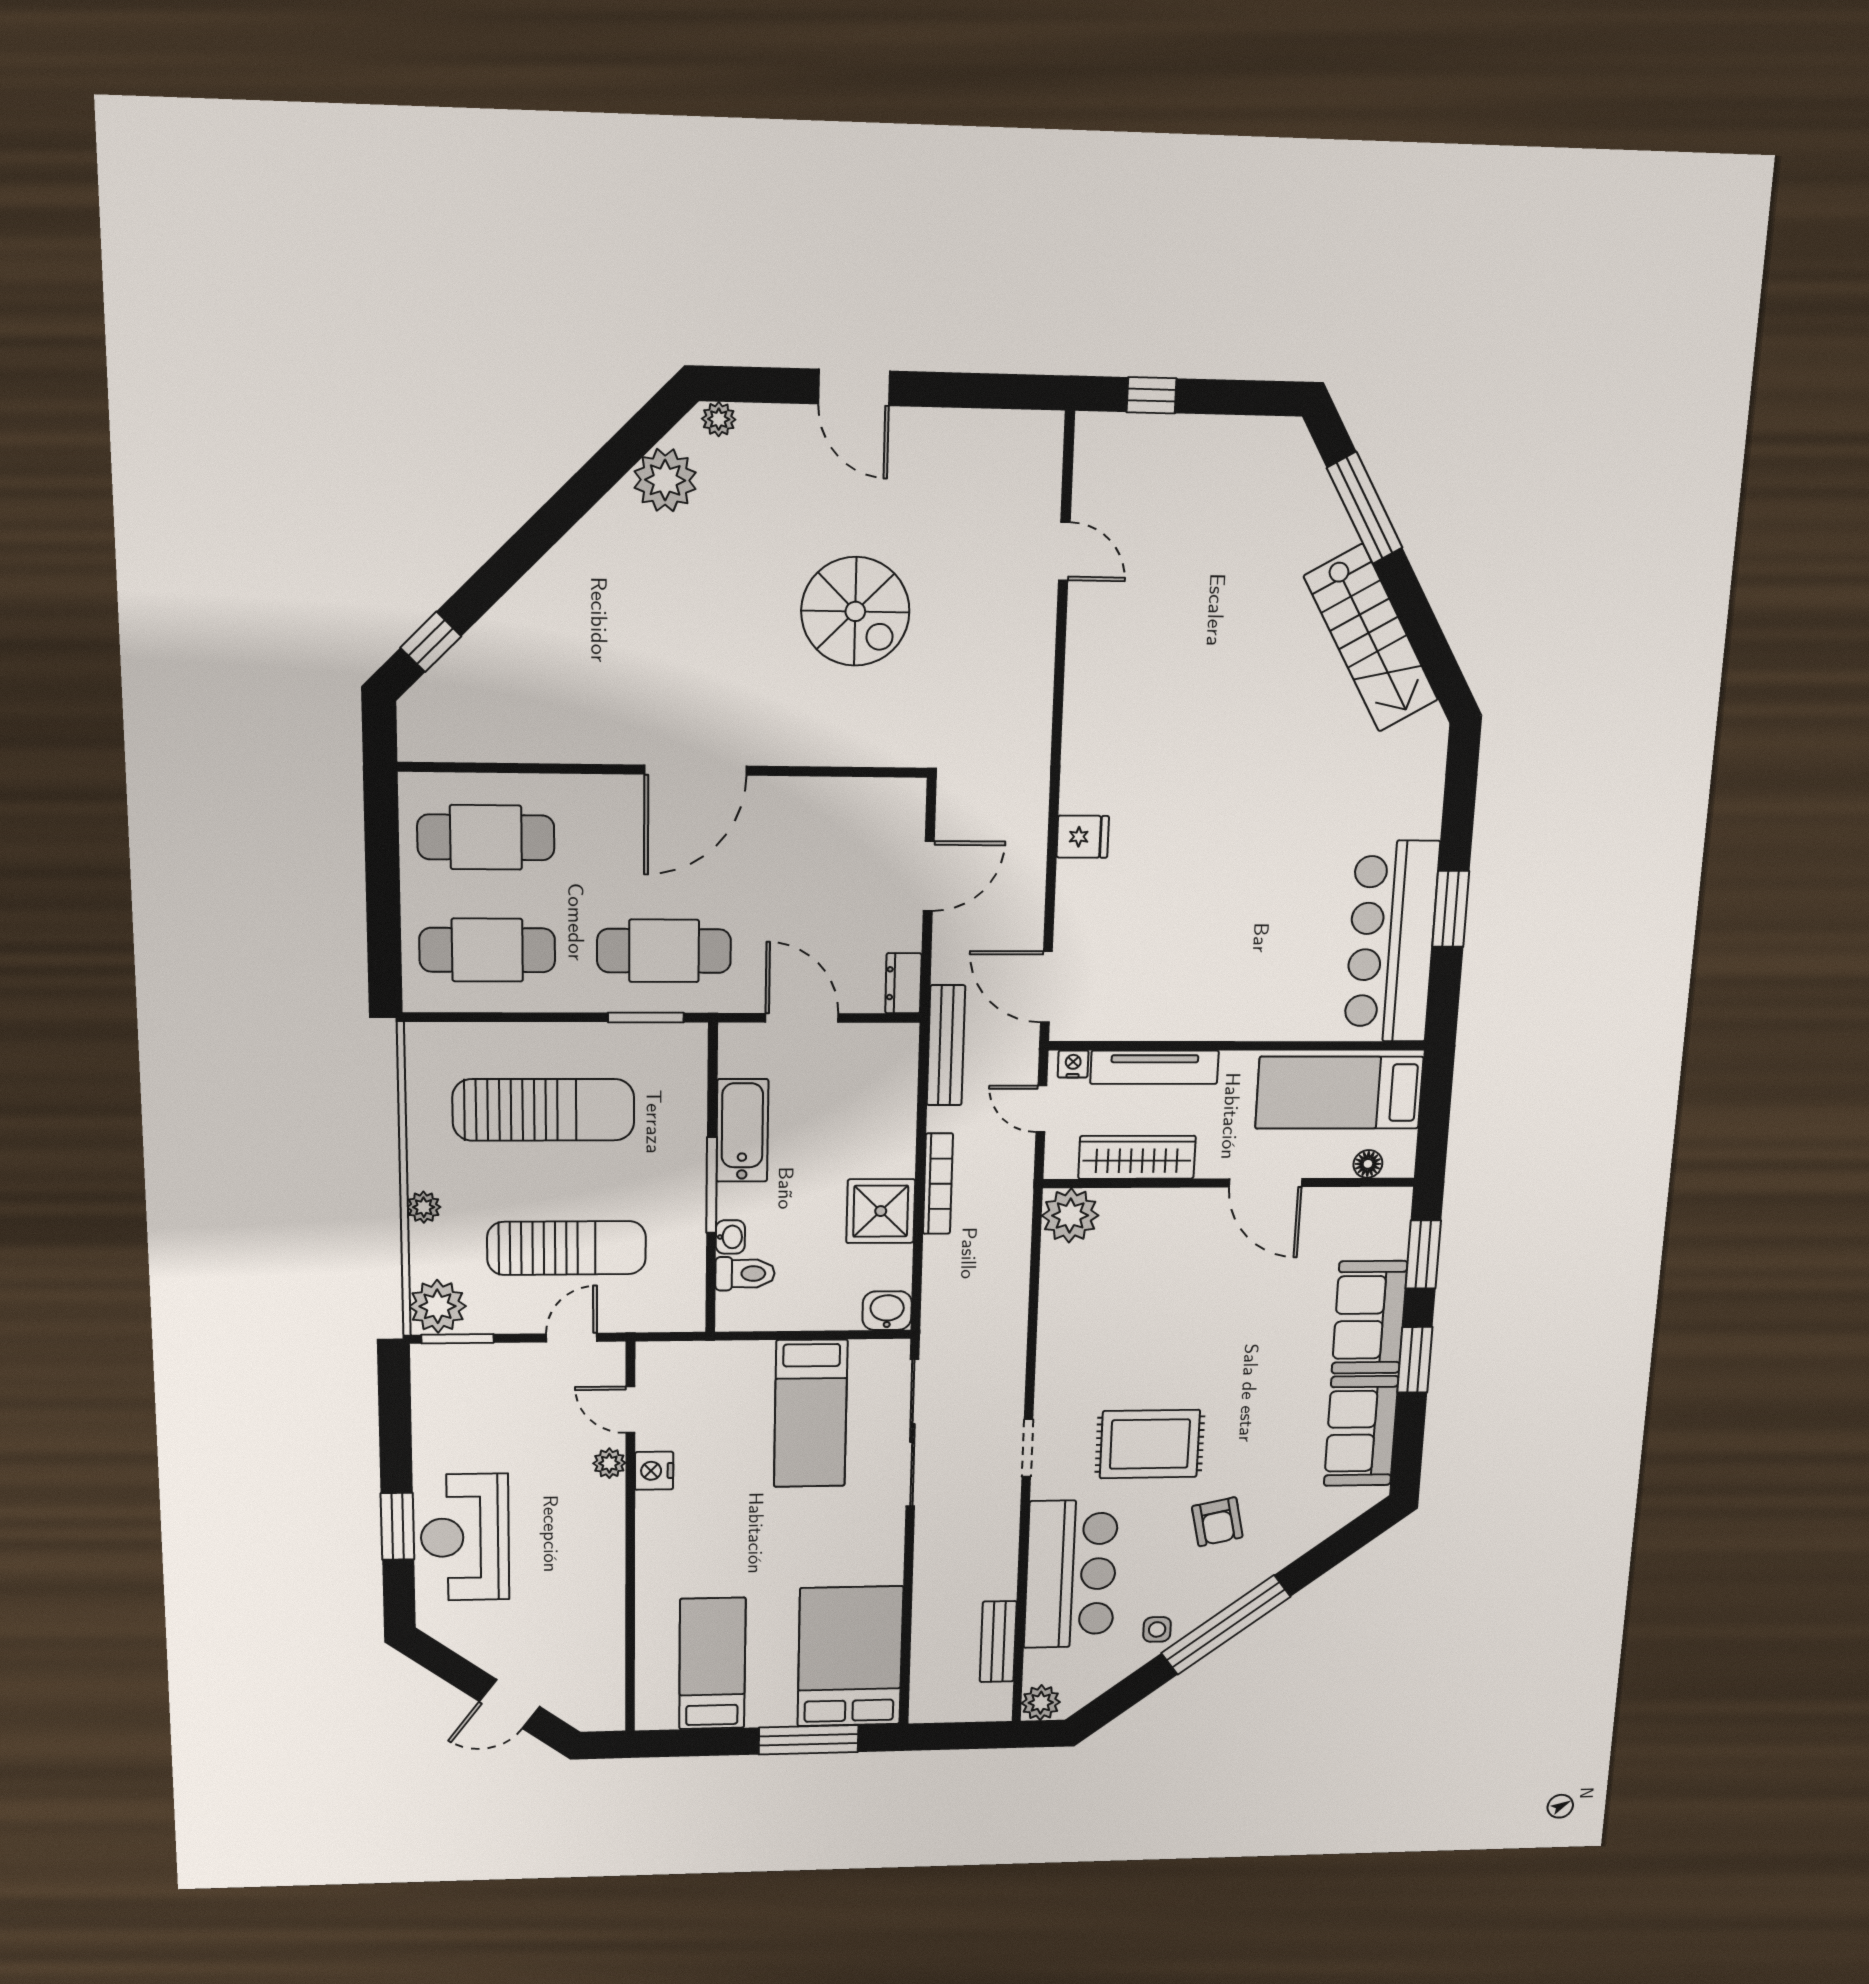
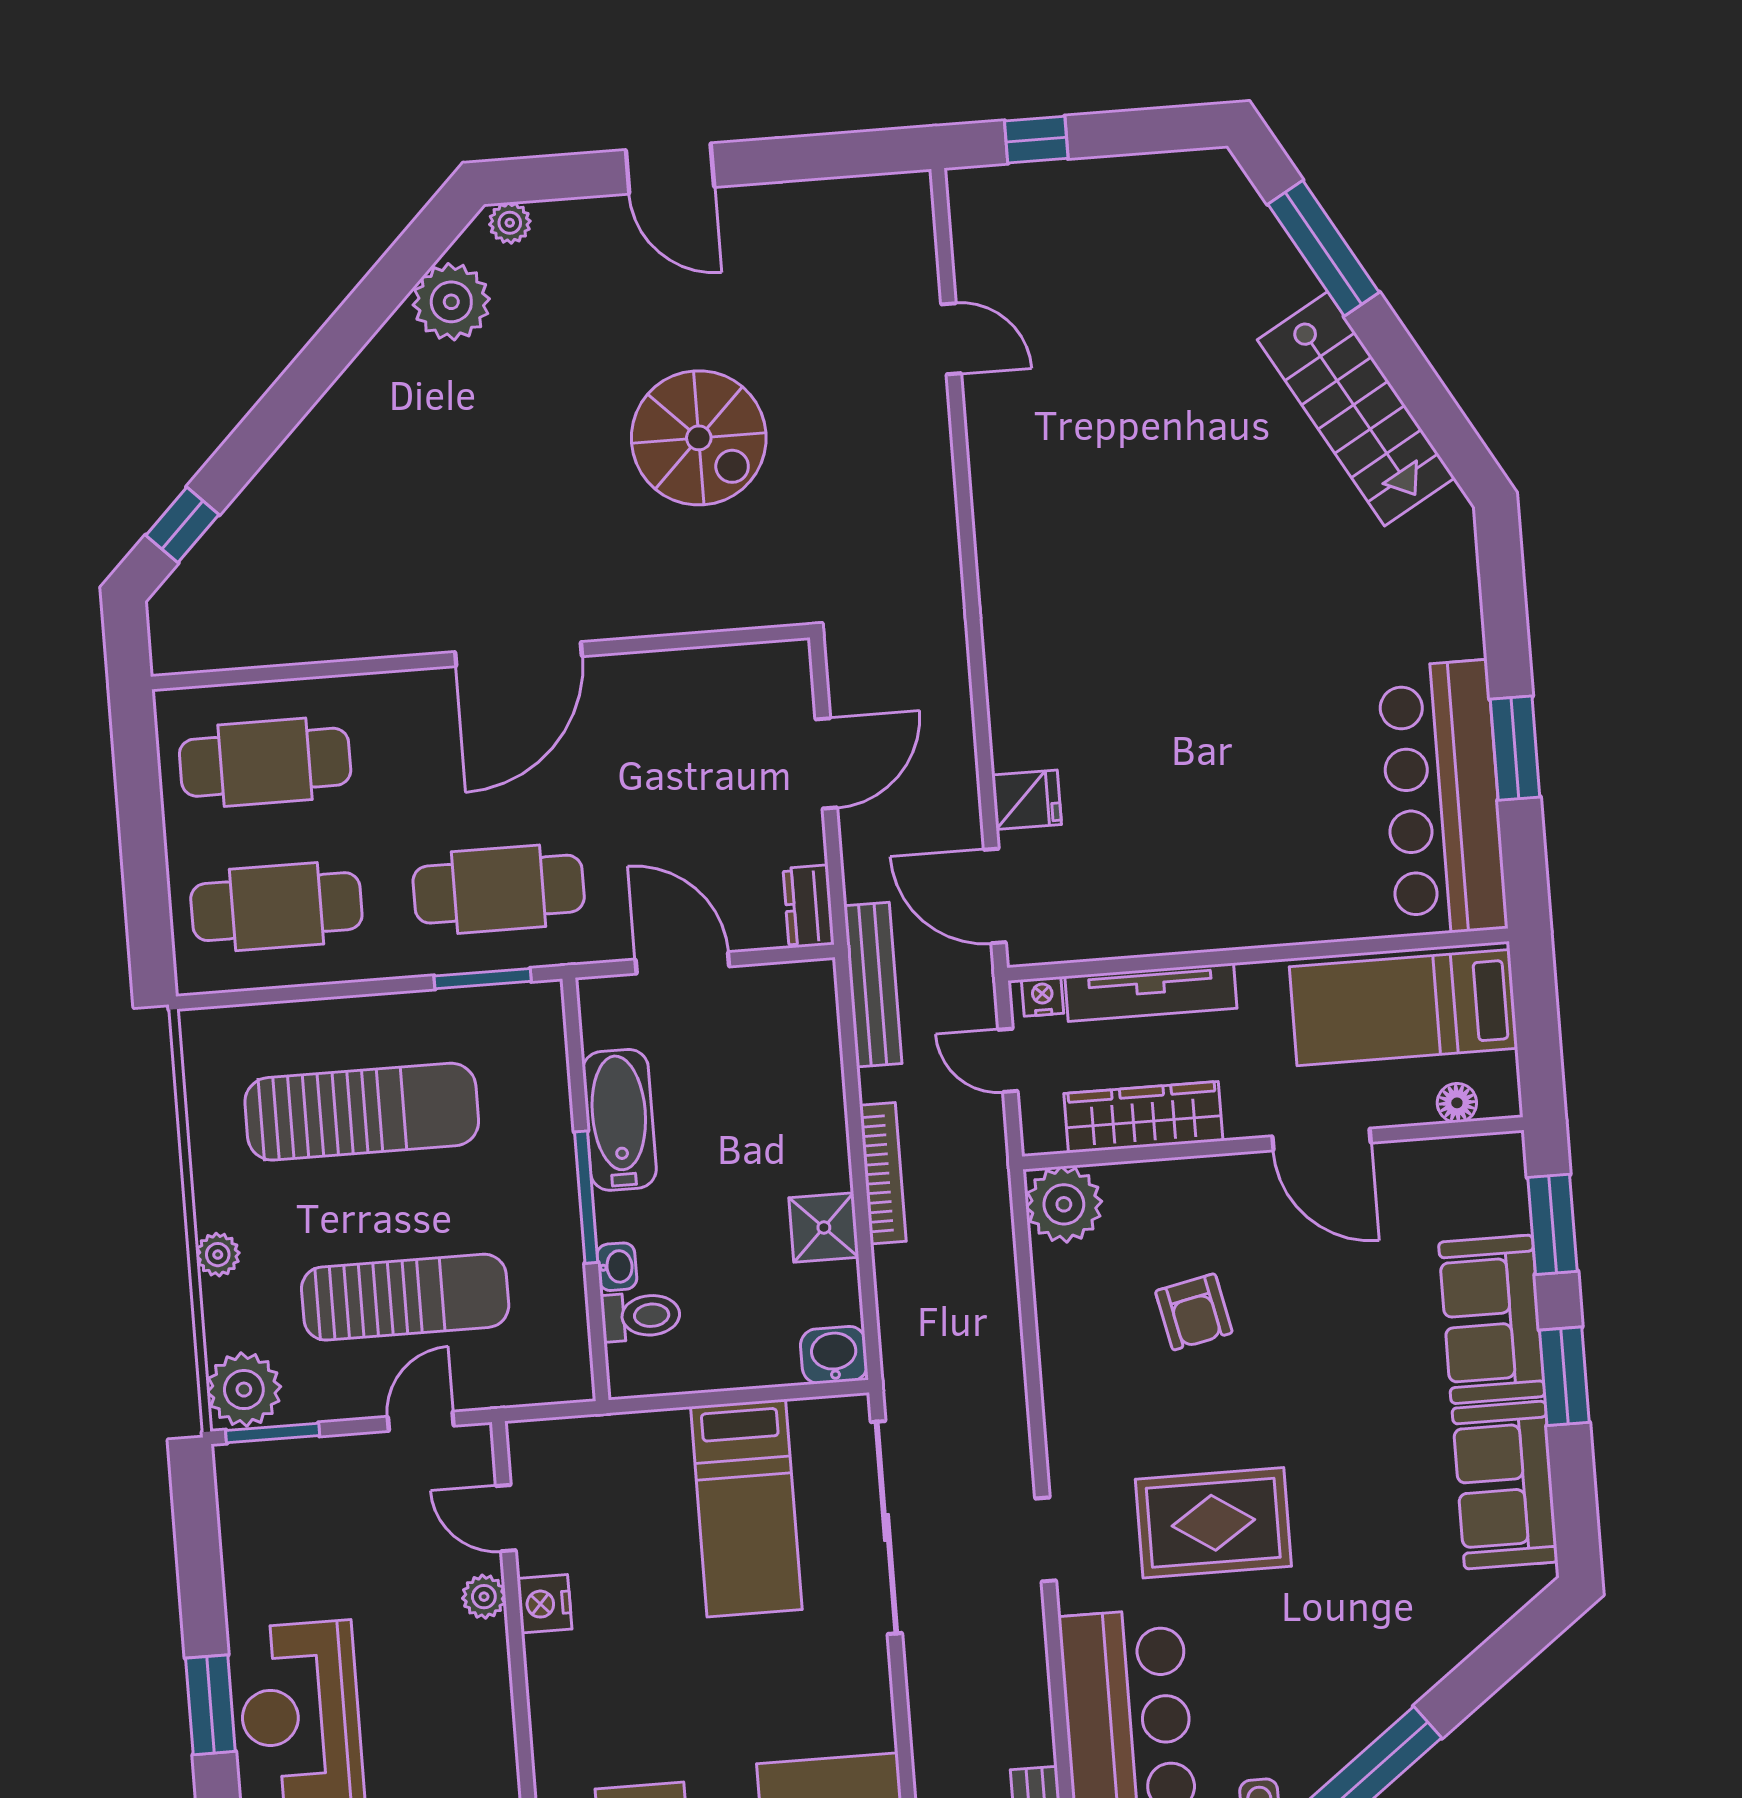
fridge: (1083, 837) -> (1027, 800), moved
shower: (881, 1211) -> (824, 1227), width x0.73, depth x0.73
armchair: (1217, 1522) -> (1194, 1312), moved

